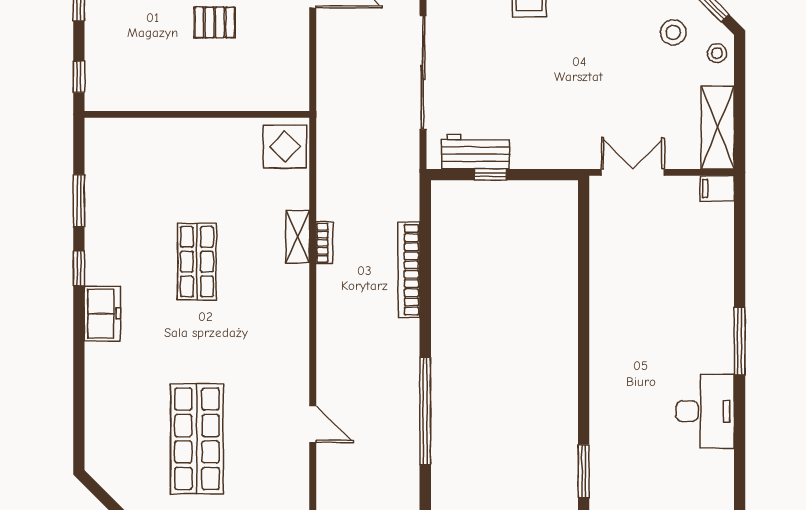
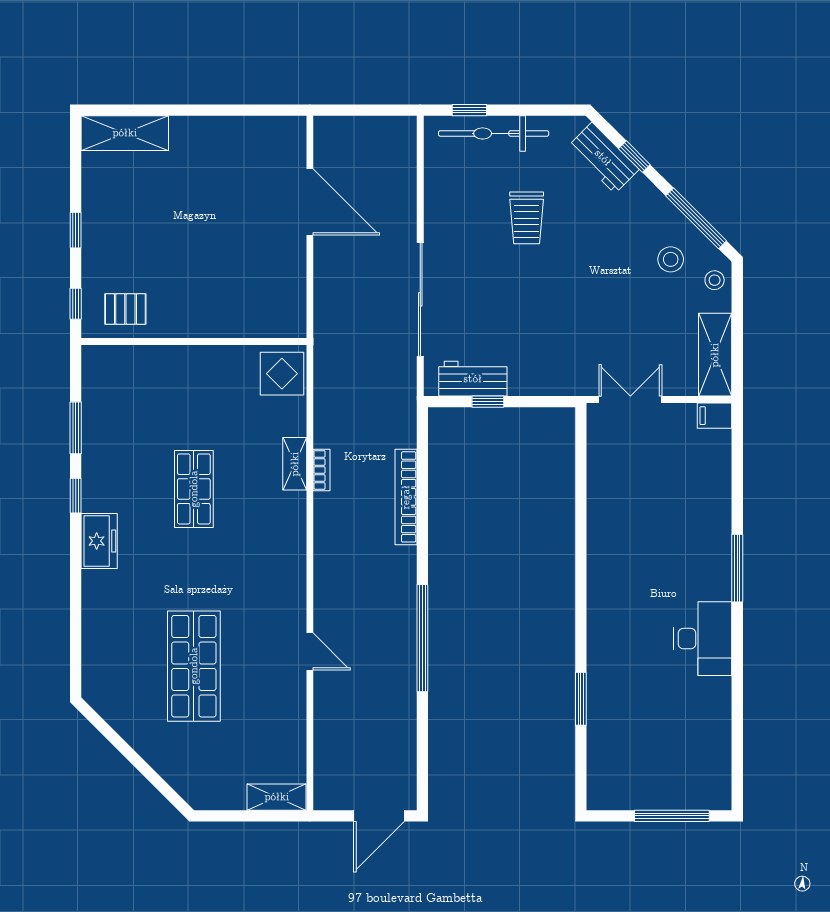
pallet: (215, 22) -> (125, 309), moved

